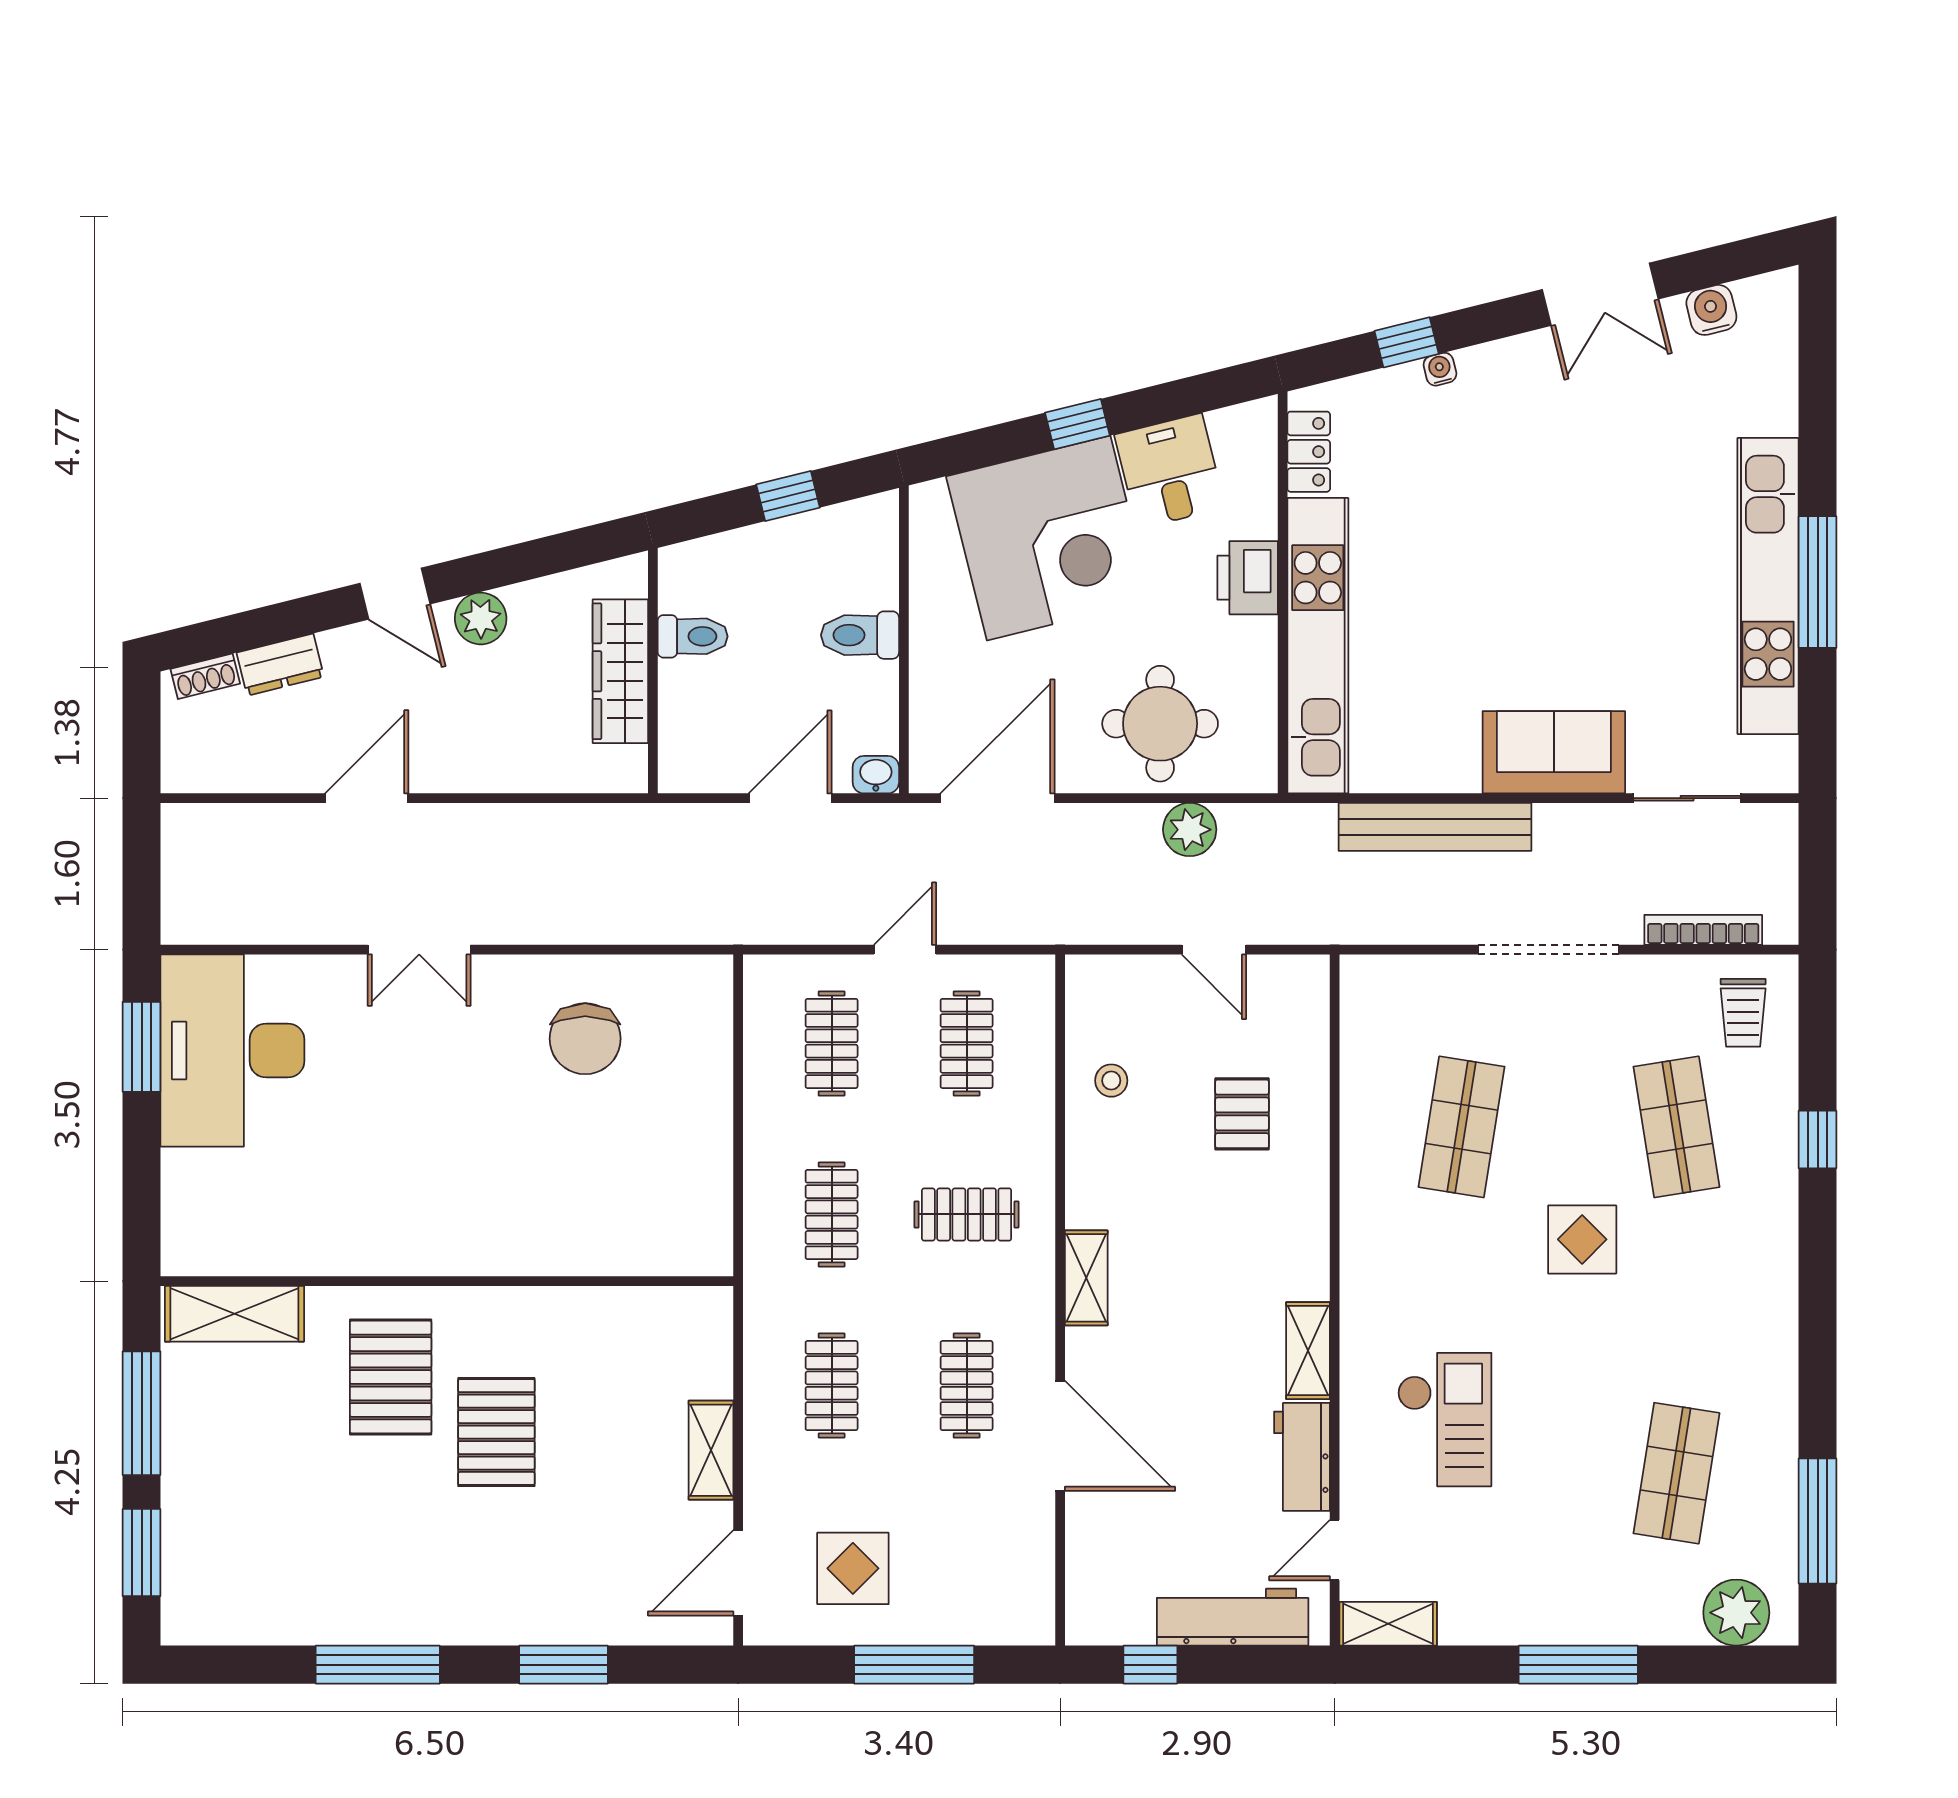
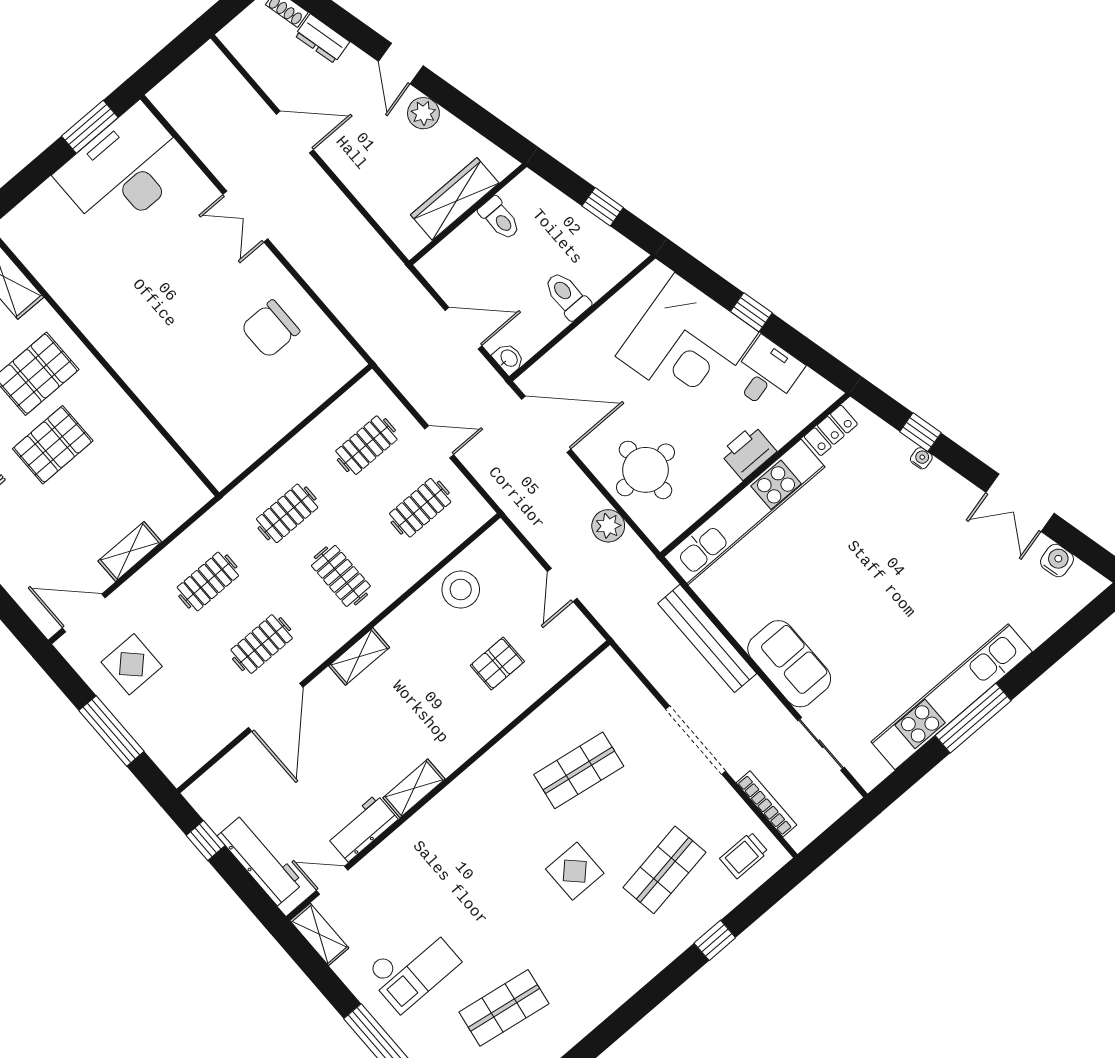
stool: (1111, 1081) -> (461, 590), width x1.89, depth x1.89
checkout: (1445, 1420) -> (413, 967), moved

